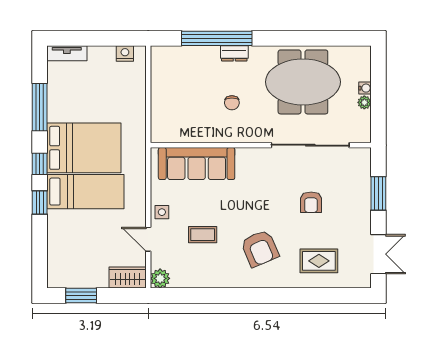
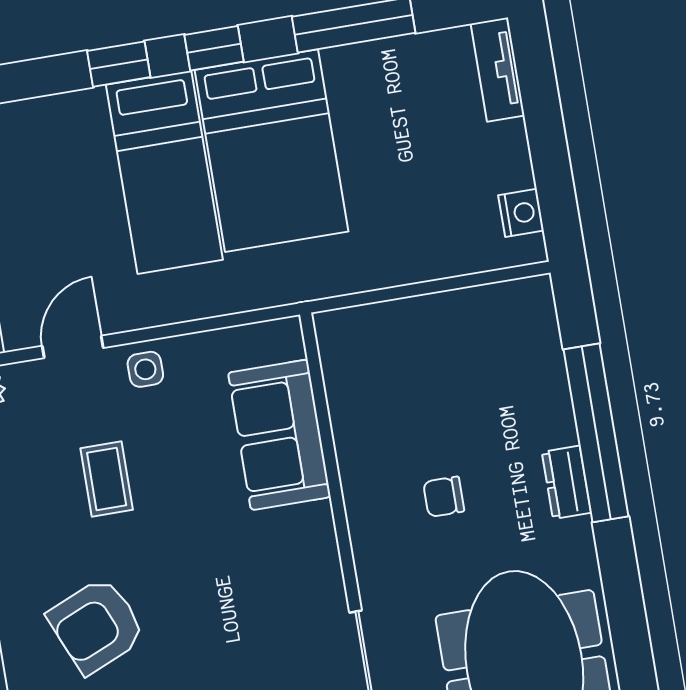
sofa: (197, 164) -> (279, 435), width x0.73

